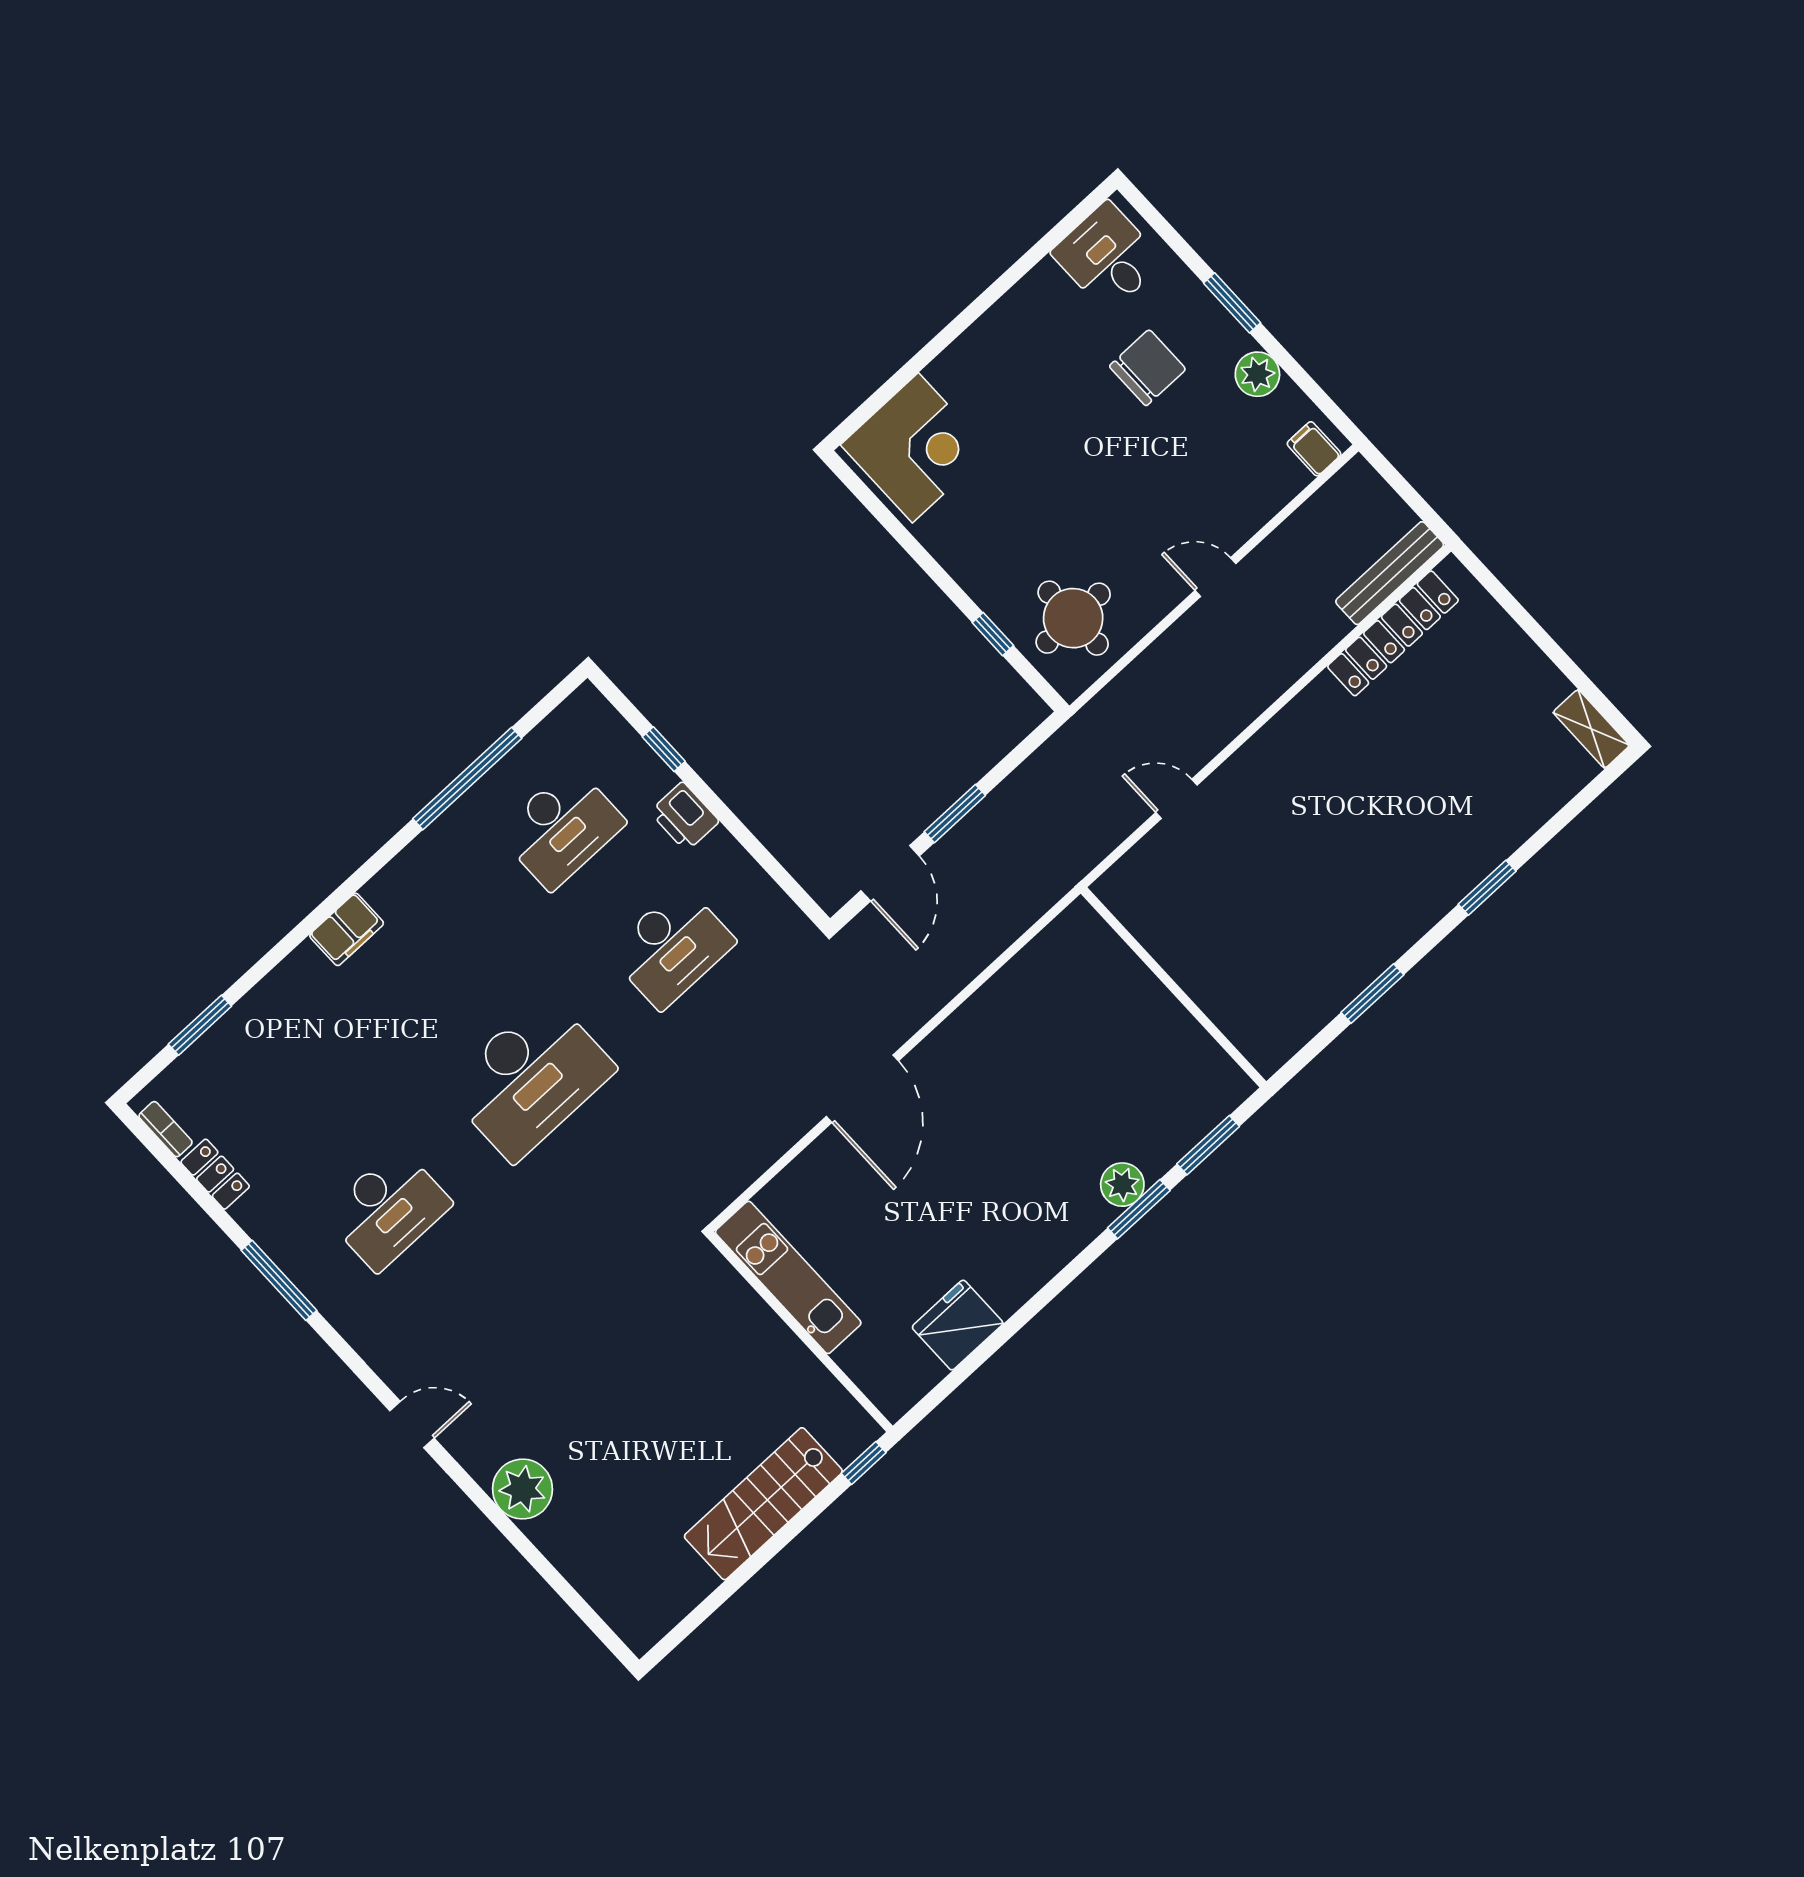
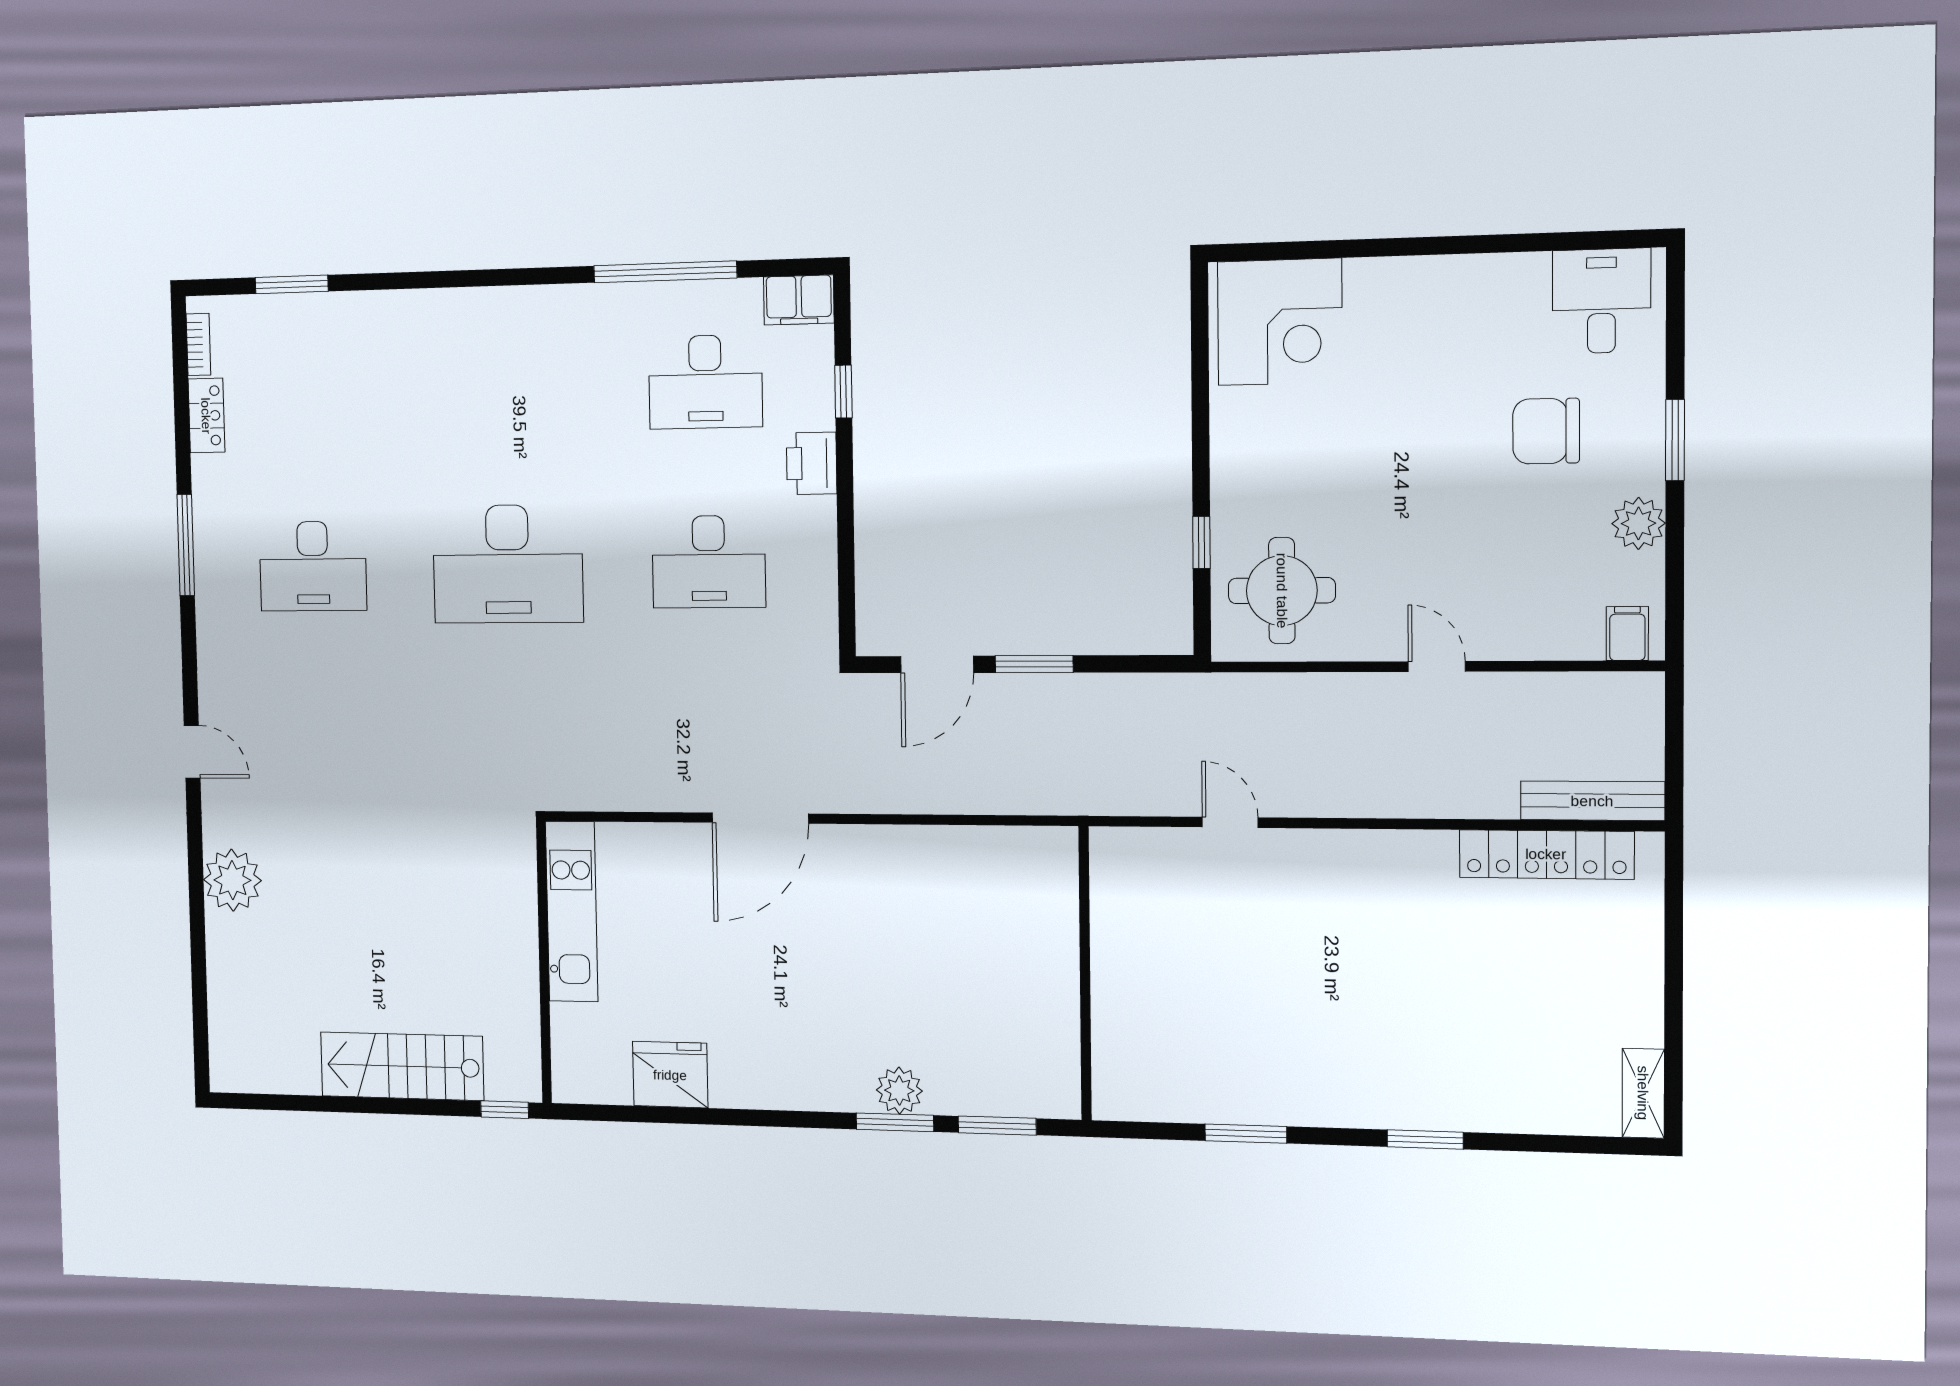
chair: (1148, 368) -> (1546, 431), turned 180
filing cabinet: (347, 929) -> (799, 300), moved

